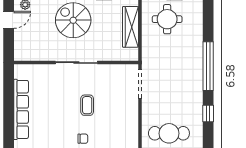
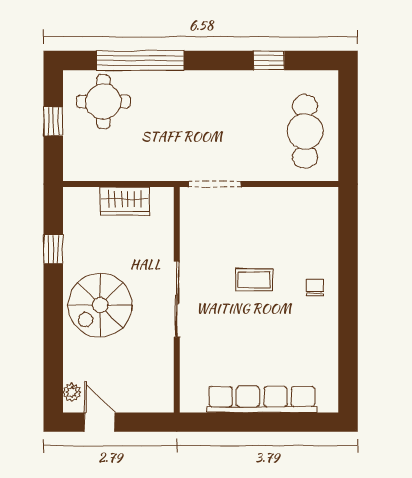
round table: (167, 19) -> (103, 102), moved
wardrobe: (130, 27) -> (124, 201), width x0.67
window: (208, 66) -> (140, 60), moved

